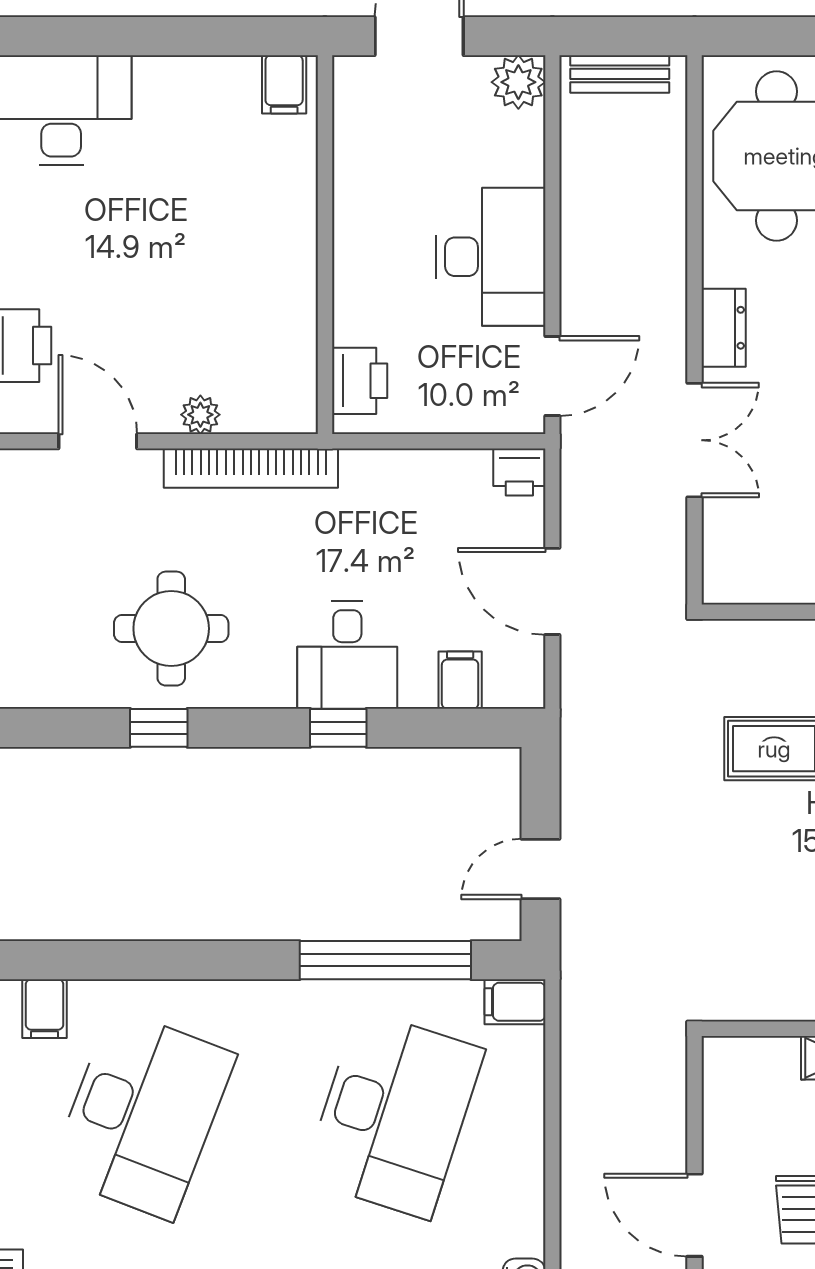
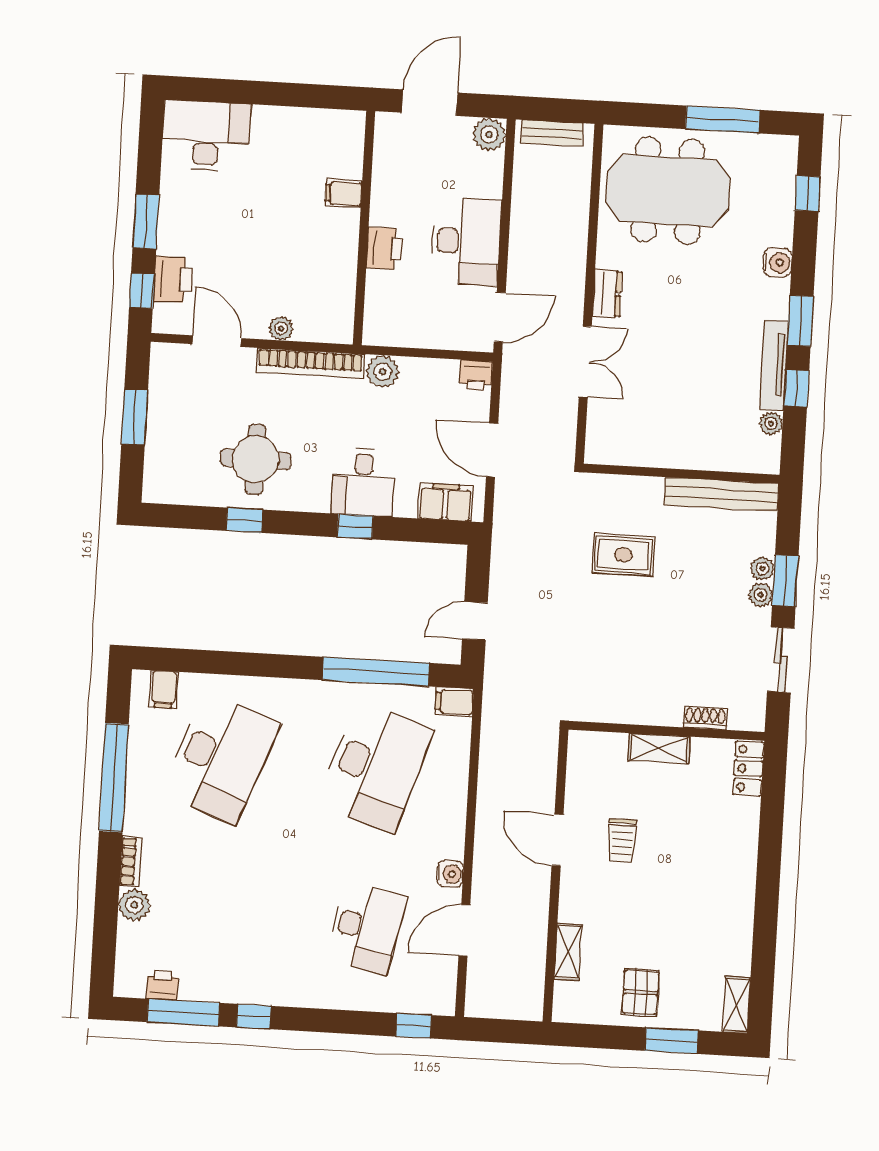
filing cabinet: (284, 84) -> (344, 194), moved, turned 90
printer: (360, 381) -> (384, 248), moved
plant: (368, 475) -> (383, 372), added
filing cabinet: (460, 680) -> (445, 502), width x2.00

